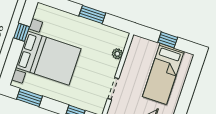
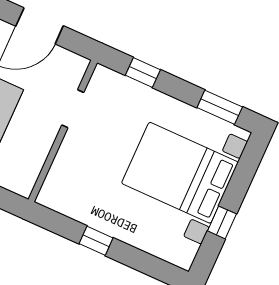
window: (92, 15) -> (96, 241), width x0.67
plant: (117, 54) -> (59, 168), removed

